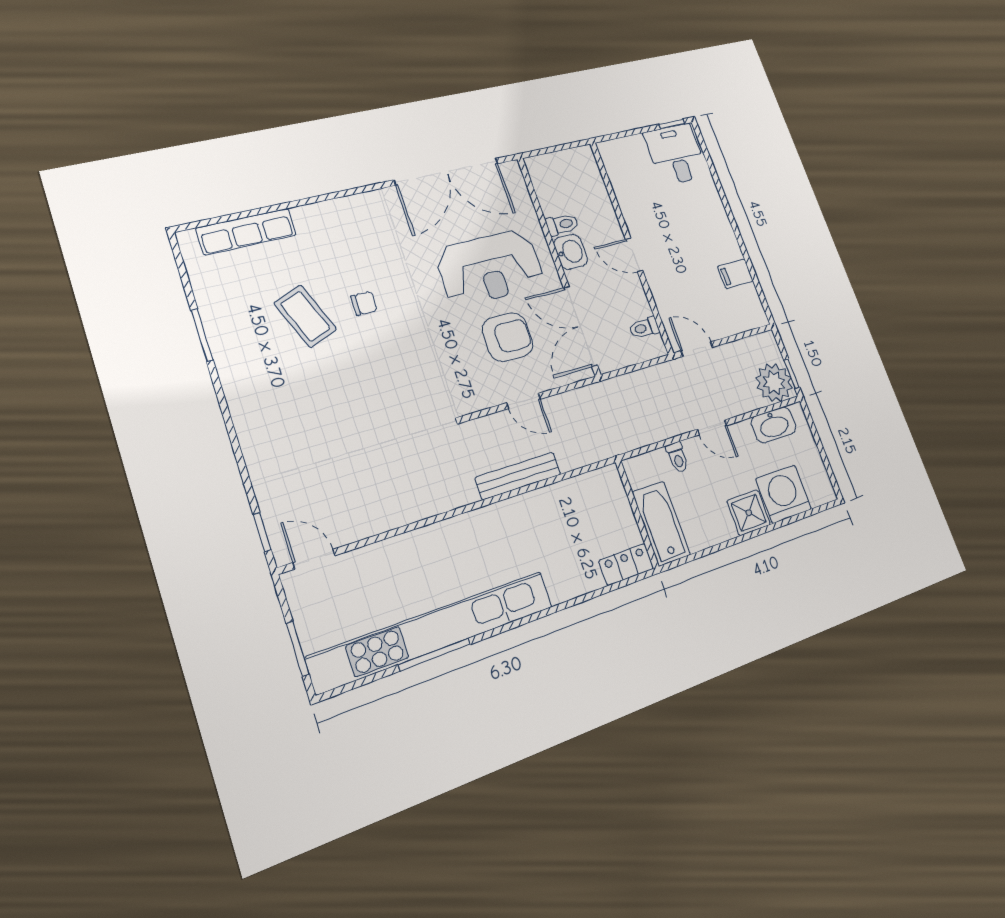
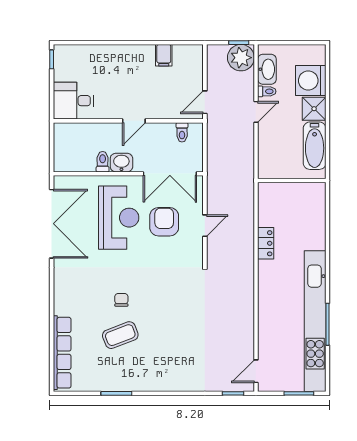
desk: (676, 154) -> (73, 101), moved
row of seats: (246, 231) -> (62, 353), width x1.36
toilet: (677, 457) -> (267, 91), moved
bench: (518, 476) -> (247, 244), removed
bathtub: (661, 523) -> (315, 146), moved, turned -90
locker: (626, 564) -> (266, 243), moved, turned 180

